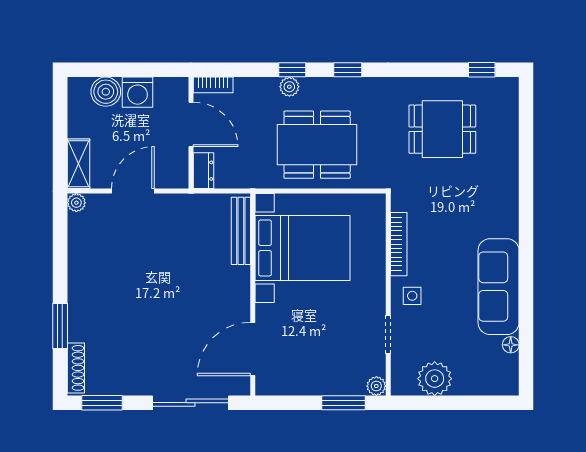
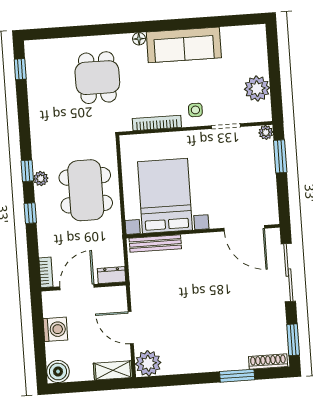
plant: (289, 87) -> (41, 179), moved
boiler: (106, 92) -> (58, 372), moved
dining table: (442, 129) -> (97, 78), moved
plant: (76, 203) -> (148, 363), width x1.88, depth x1.88
floor lamp: (511, 345) -> (139, 39), moved

